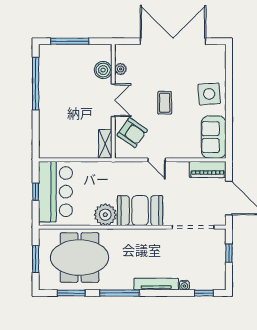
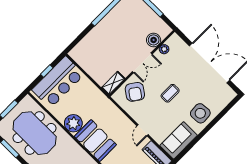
door: (157, 160) -> (143, 130), moved

